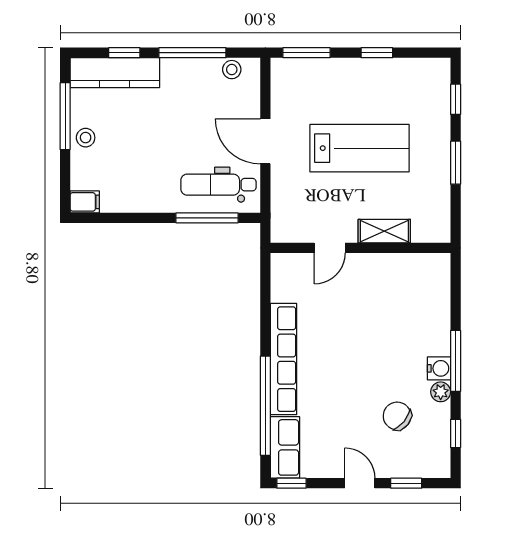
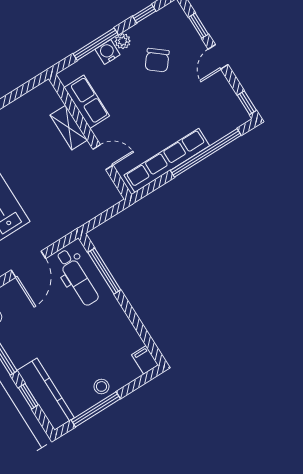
shelving: (384, 231) -> (69, 128), moved
door: (330, 248) -> (103, 157), moved
wall: (360, 248) -> (90, 137), moved
row of seats: (285, 447) -> (87, 102), moved, turned 90

